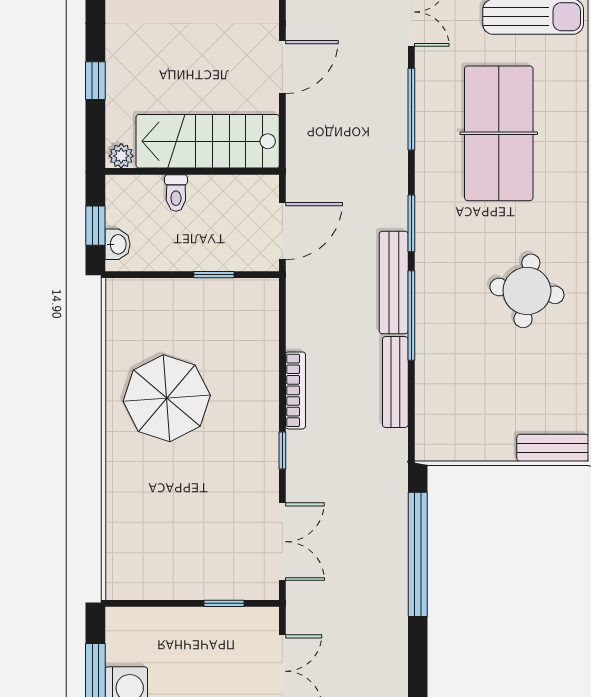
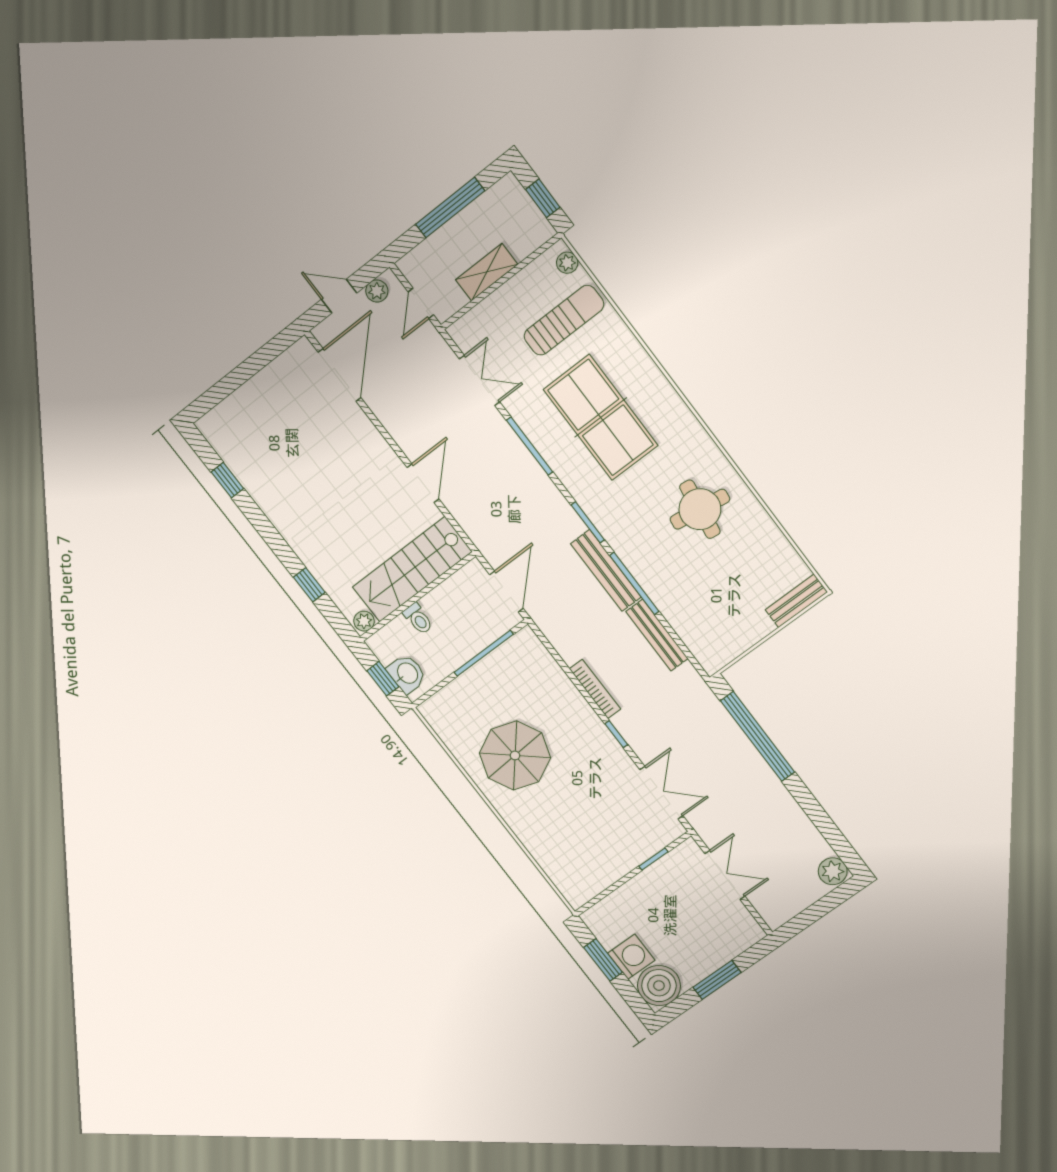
washbasin: (117, 244) -> (407, 674), width x1.38, depth x1.45
window: (214, 275) -> (484, 653), width x2.17

